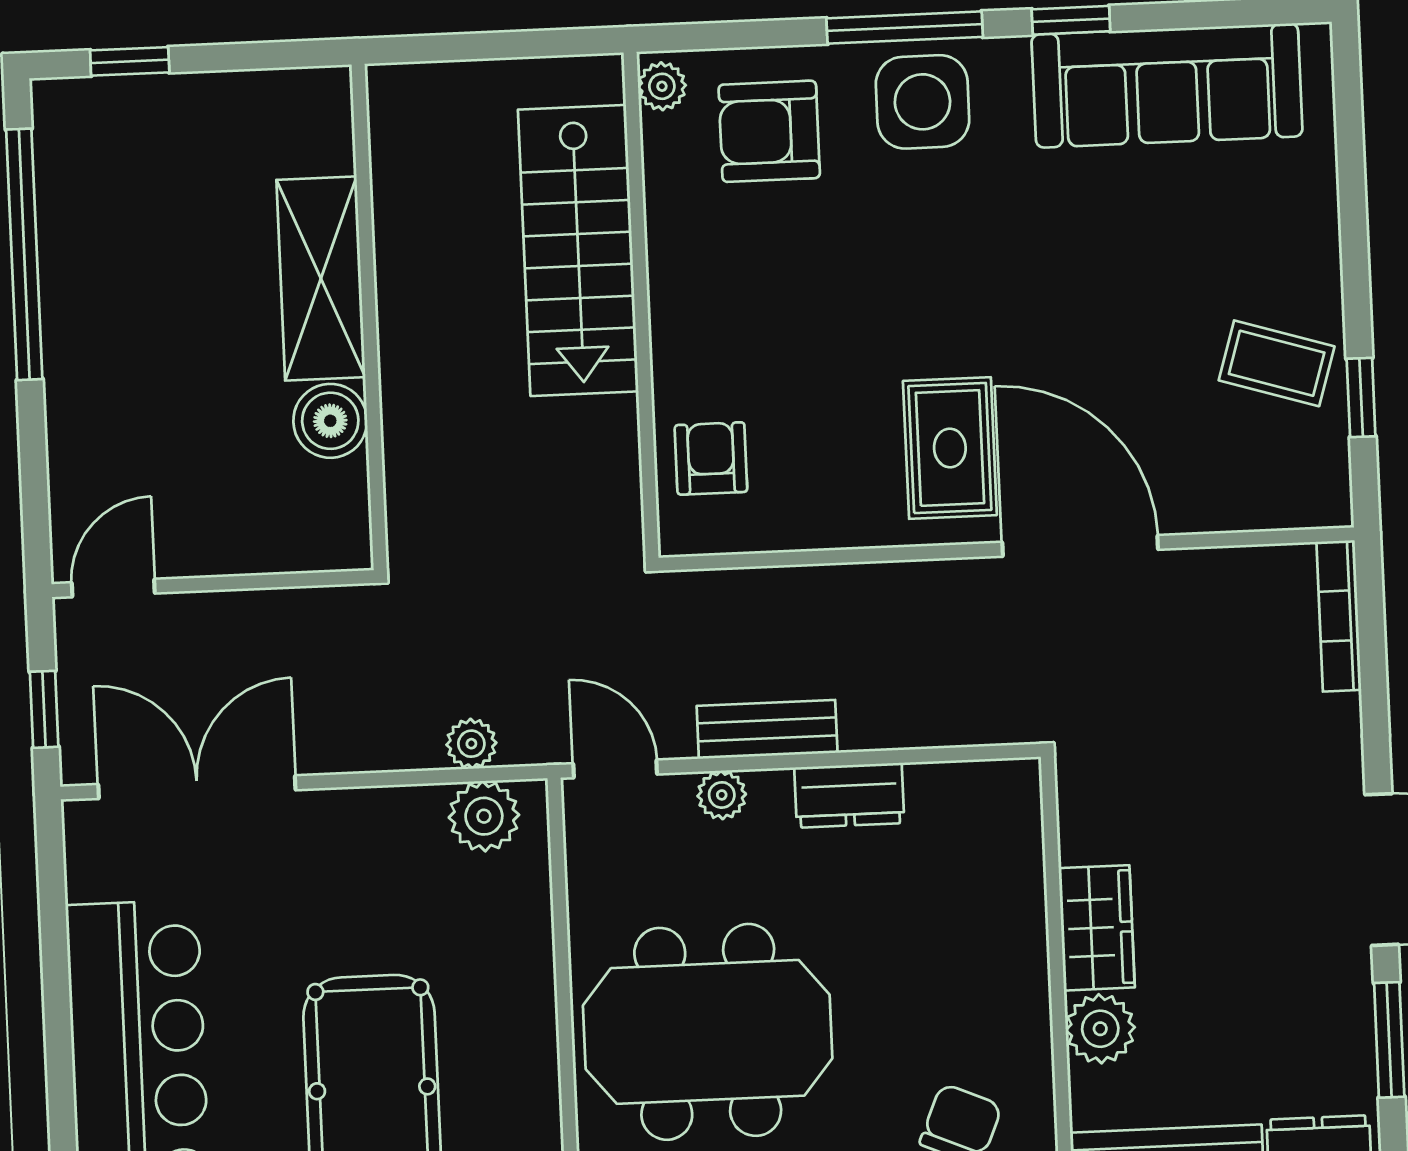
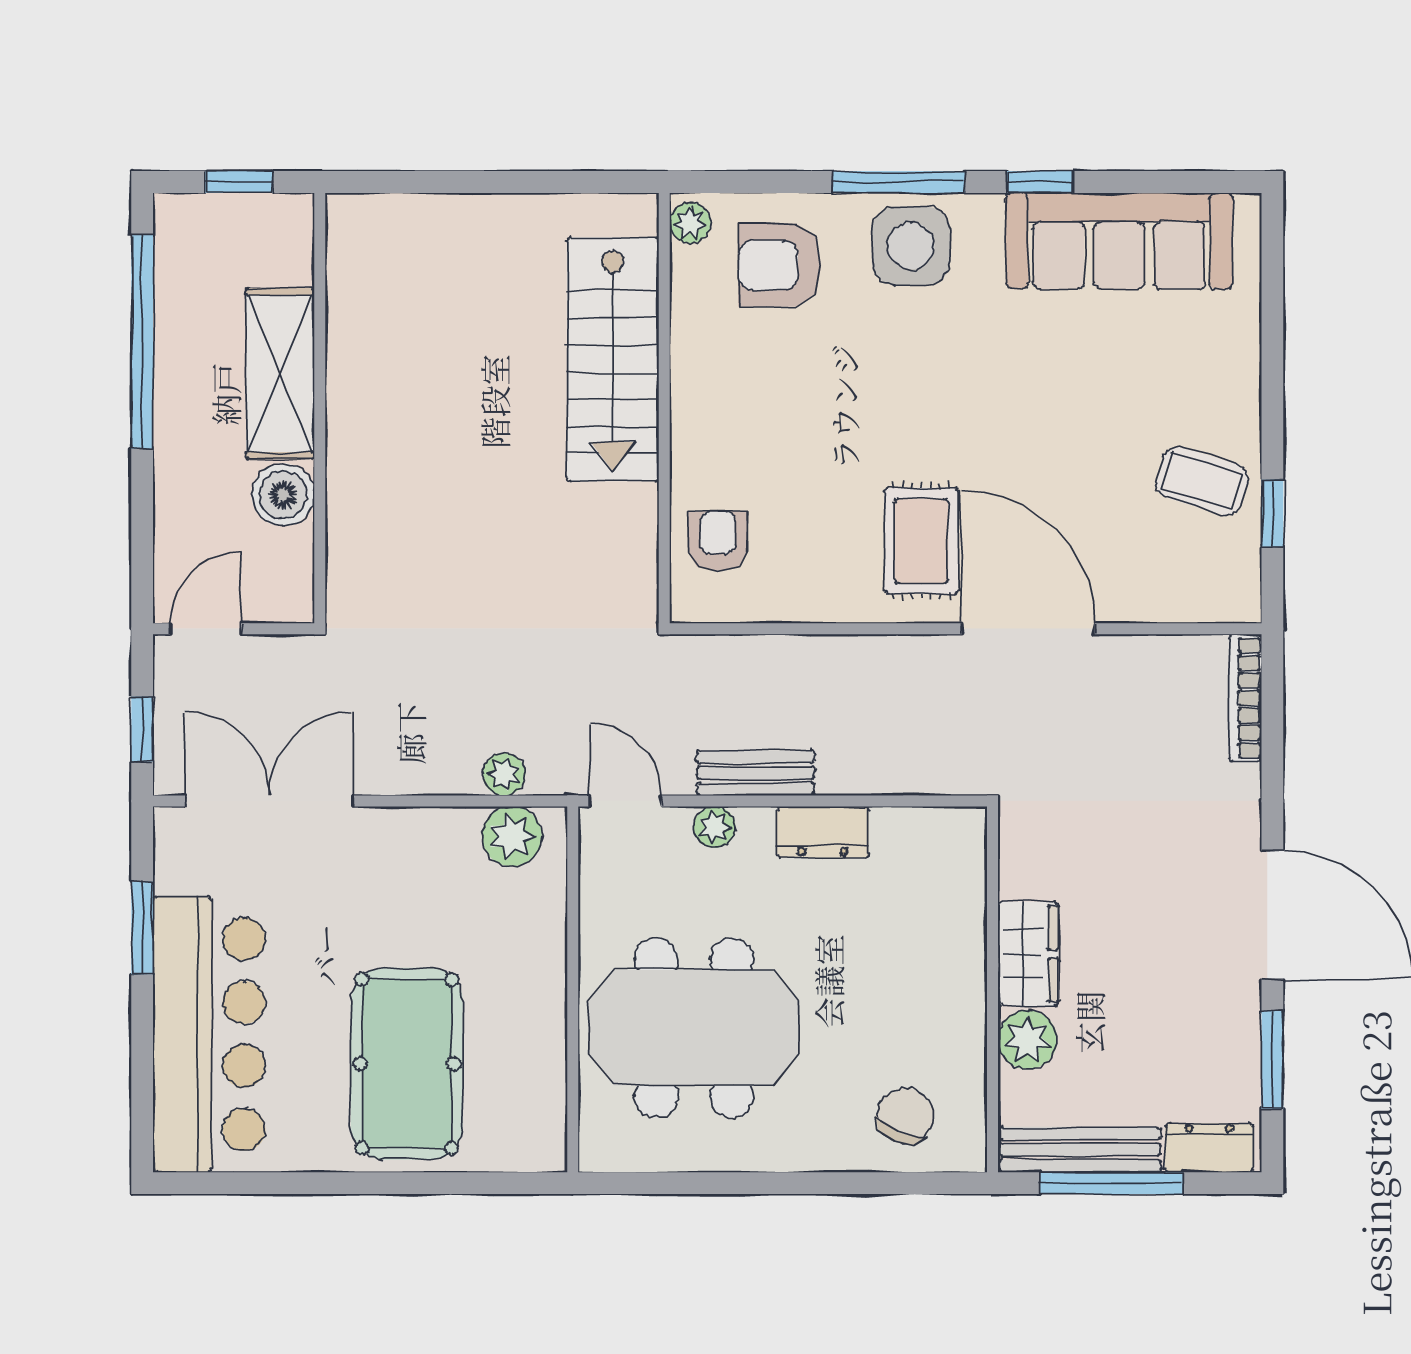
shelving: (321, 279) -> (280, 374), moved
wall: (369, 317) -> (320, 408), moved
boiler: (330, 421) -> (283, 495), moved
window: (54, 943) -> (142, 928), added

